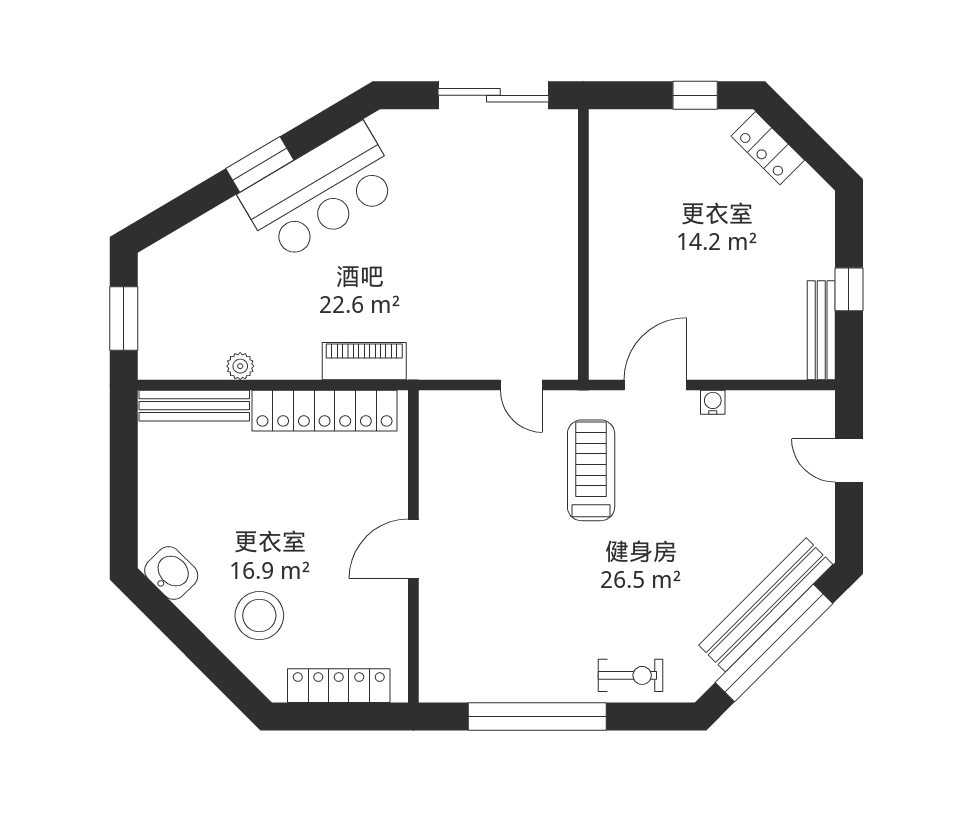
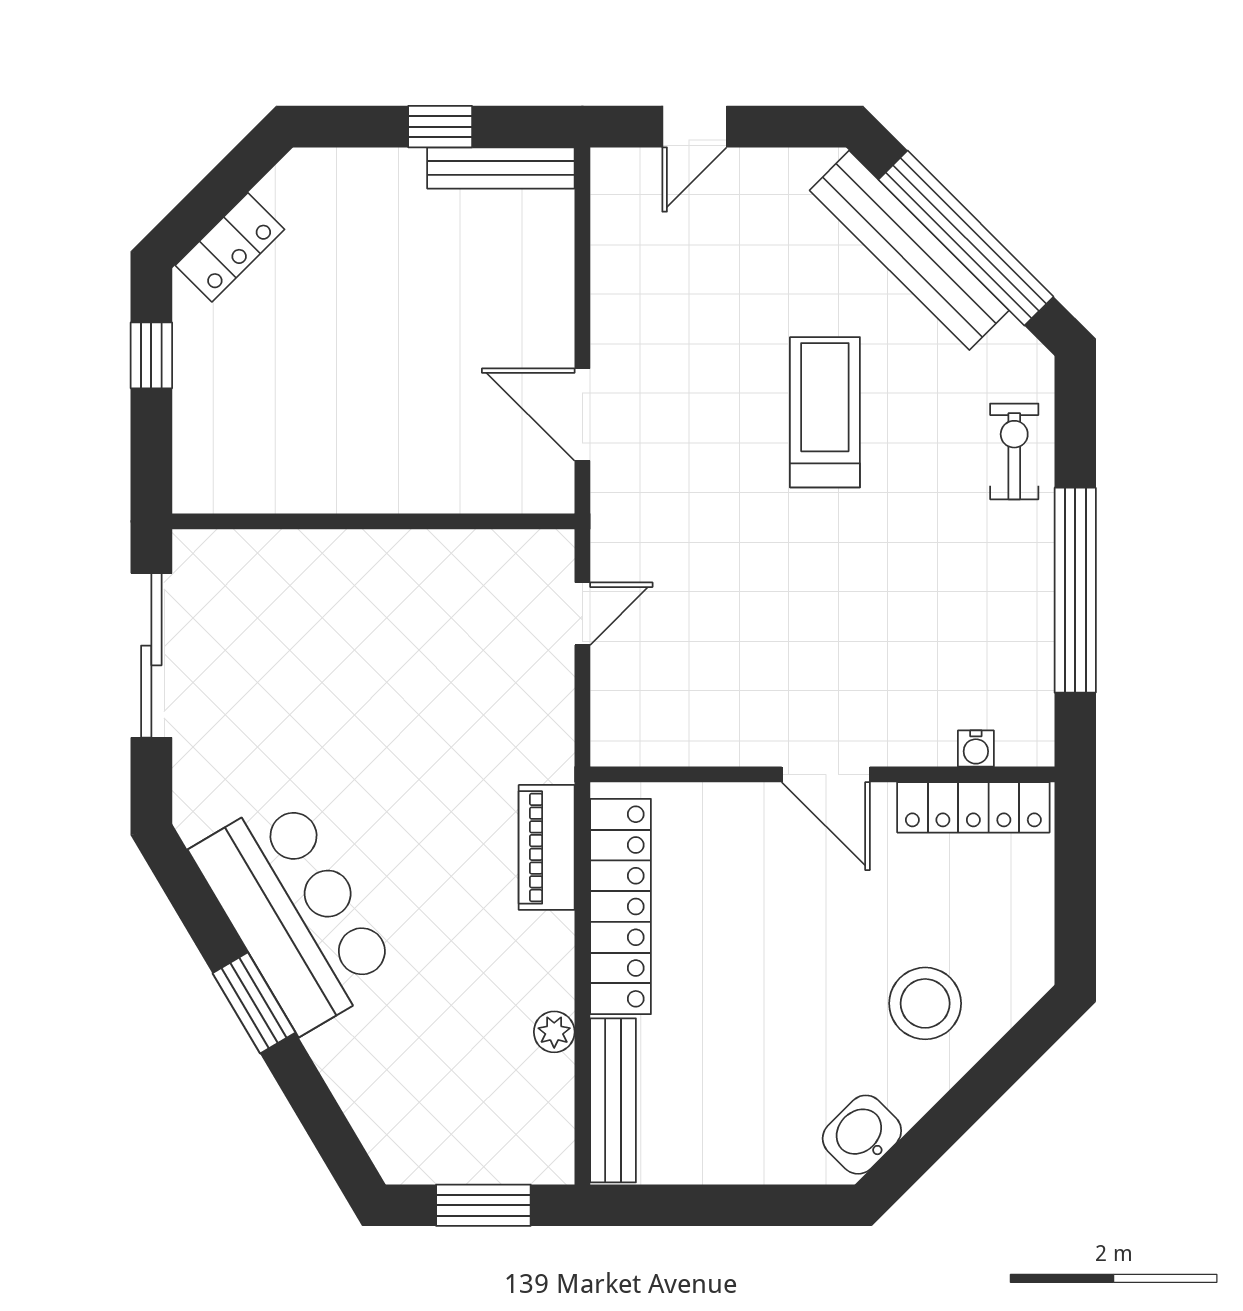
water cooler: (713, 402) -> (976, 749), moved, turned -90
treadmill: (591, 470) -> (825, 412), moved, turned 90
locker: (339, 686) -> (973, 807), moved, turned -90

